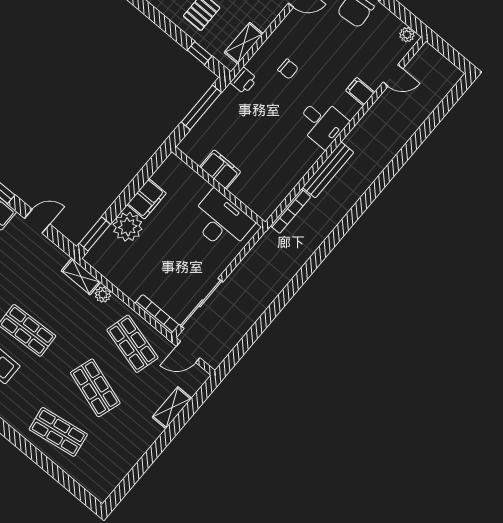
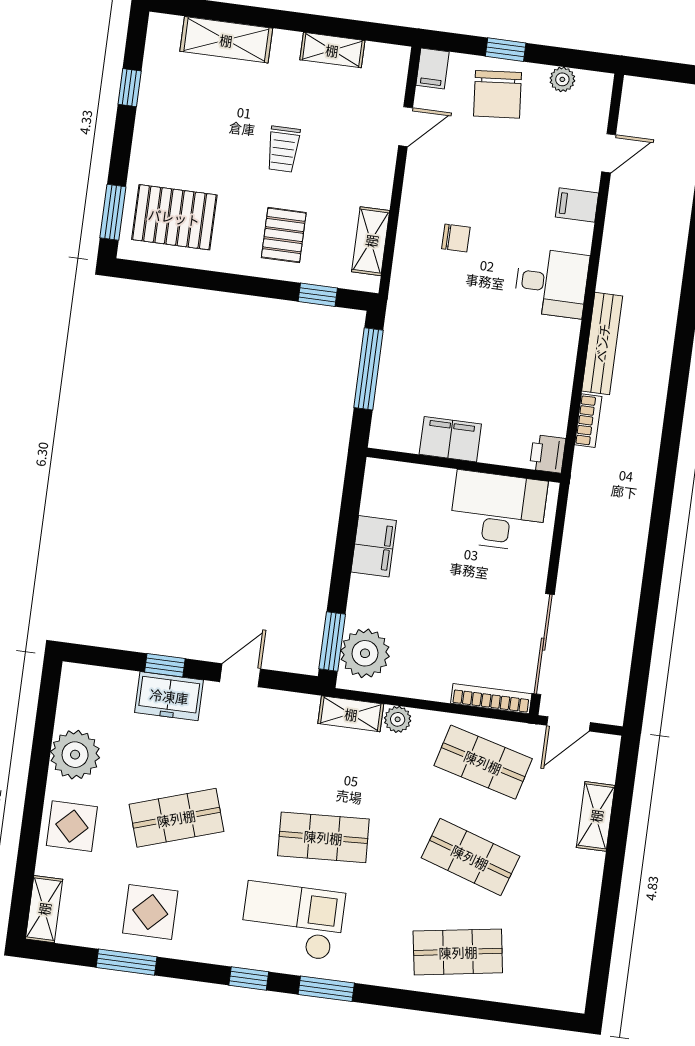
plant: (407, 35) -> (562, 79), moved
printer: (244, 81) -> (548, 454), moved, turned 180
bookcase: (290, 211) -> (588, 421), width x0.64
plant: (128, 227) -> (365, 653), moved

